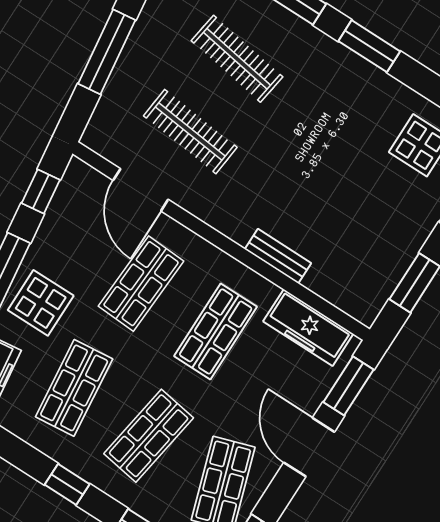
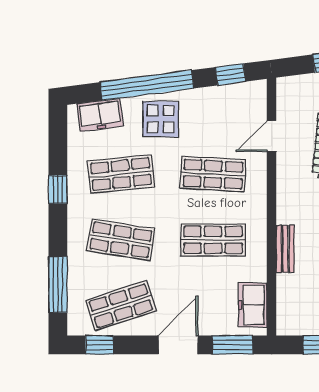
door: (141, 190) -> (272, 136), width x0.73
freezer: (308, 328) -> (253, 305), width x0.71
window: (67, 484) -> (58, 189), moved

